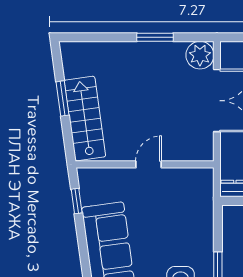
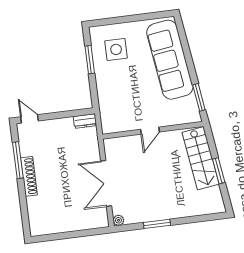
plant: (200, 55) -> (118, 220), width x0.53, depth x0.53
window: (77, 201) -> (199, 97), width x1.50

